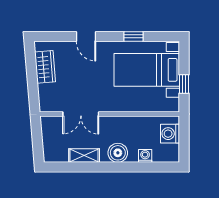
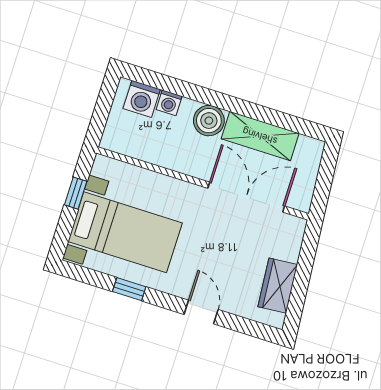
double door: (81, 114) -> (246, 197), width x1.37
washing machine: (170, 134) -> (142, 99), moved, turned 90
shelving: (84, 156) -> (260, 136), width x1.50, depth x1.33

